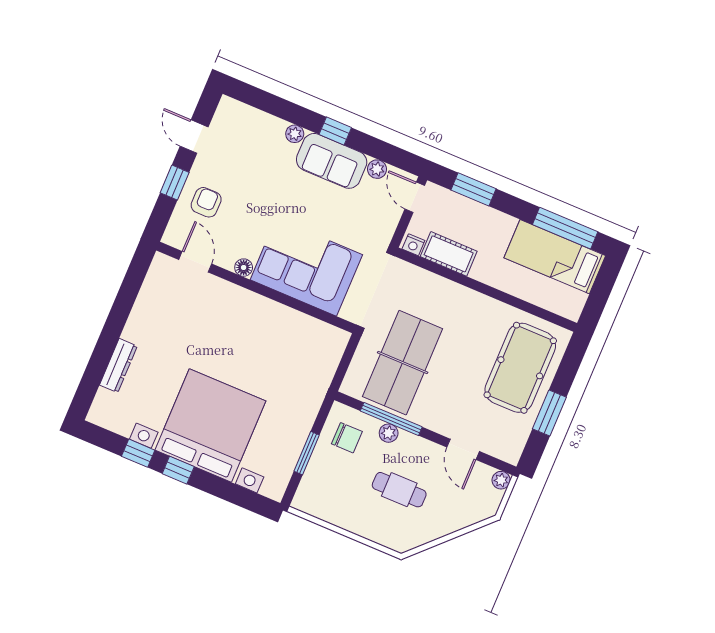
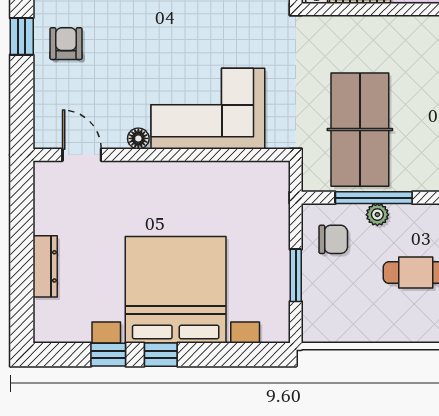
door: (195, 262) -> (82, 155), moved
corner sofa: (306, 267) -> (208, 109), moved
floor lamp: (244, 268) -> (138, 138), moved
wall: (256, 287) -> (162, 155), moved

